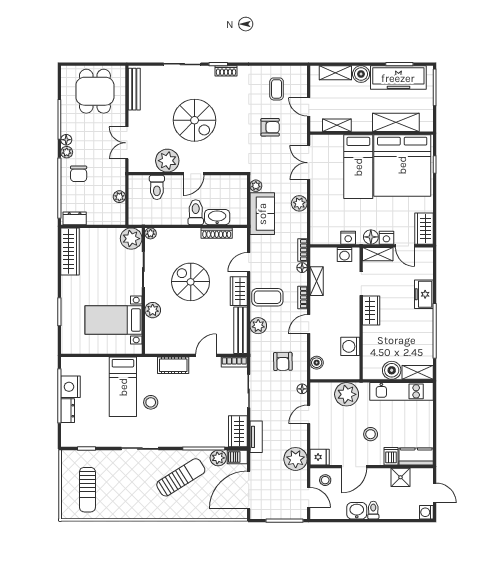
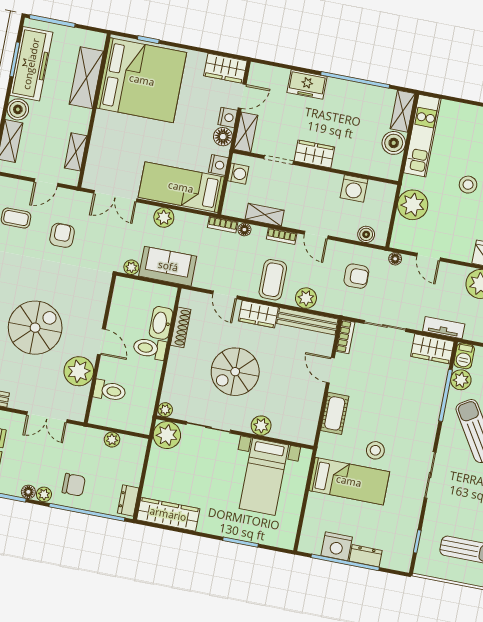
bed: (358, 167) -> (181, 187), moved, turned 180

